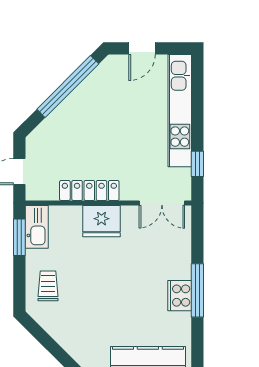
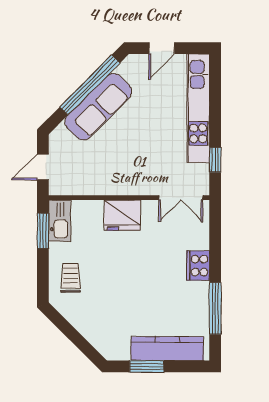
sofa: (77, 109) -> (98, 107), added
locker: (89, 190) -> (111, 186), removed
window: (197, 290) -> (215, 308), moved
cooker: (180, 296) -> (198, 266), moved

